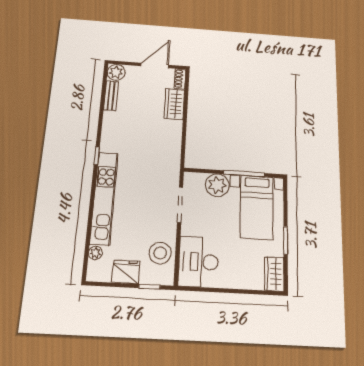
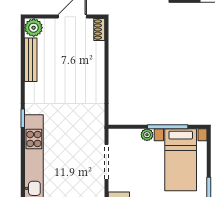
bench: (111, 96) -> (31, 60), width x1.36
wardrobe: (174, 104) -> (95, 58), removed
plant: (217, 185) -> (147, 135), width x0.53, depth x0.53

